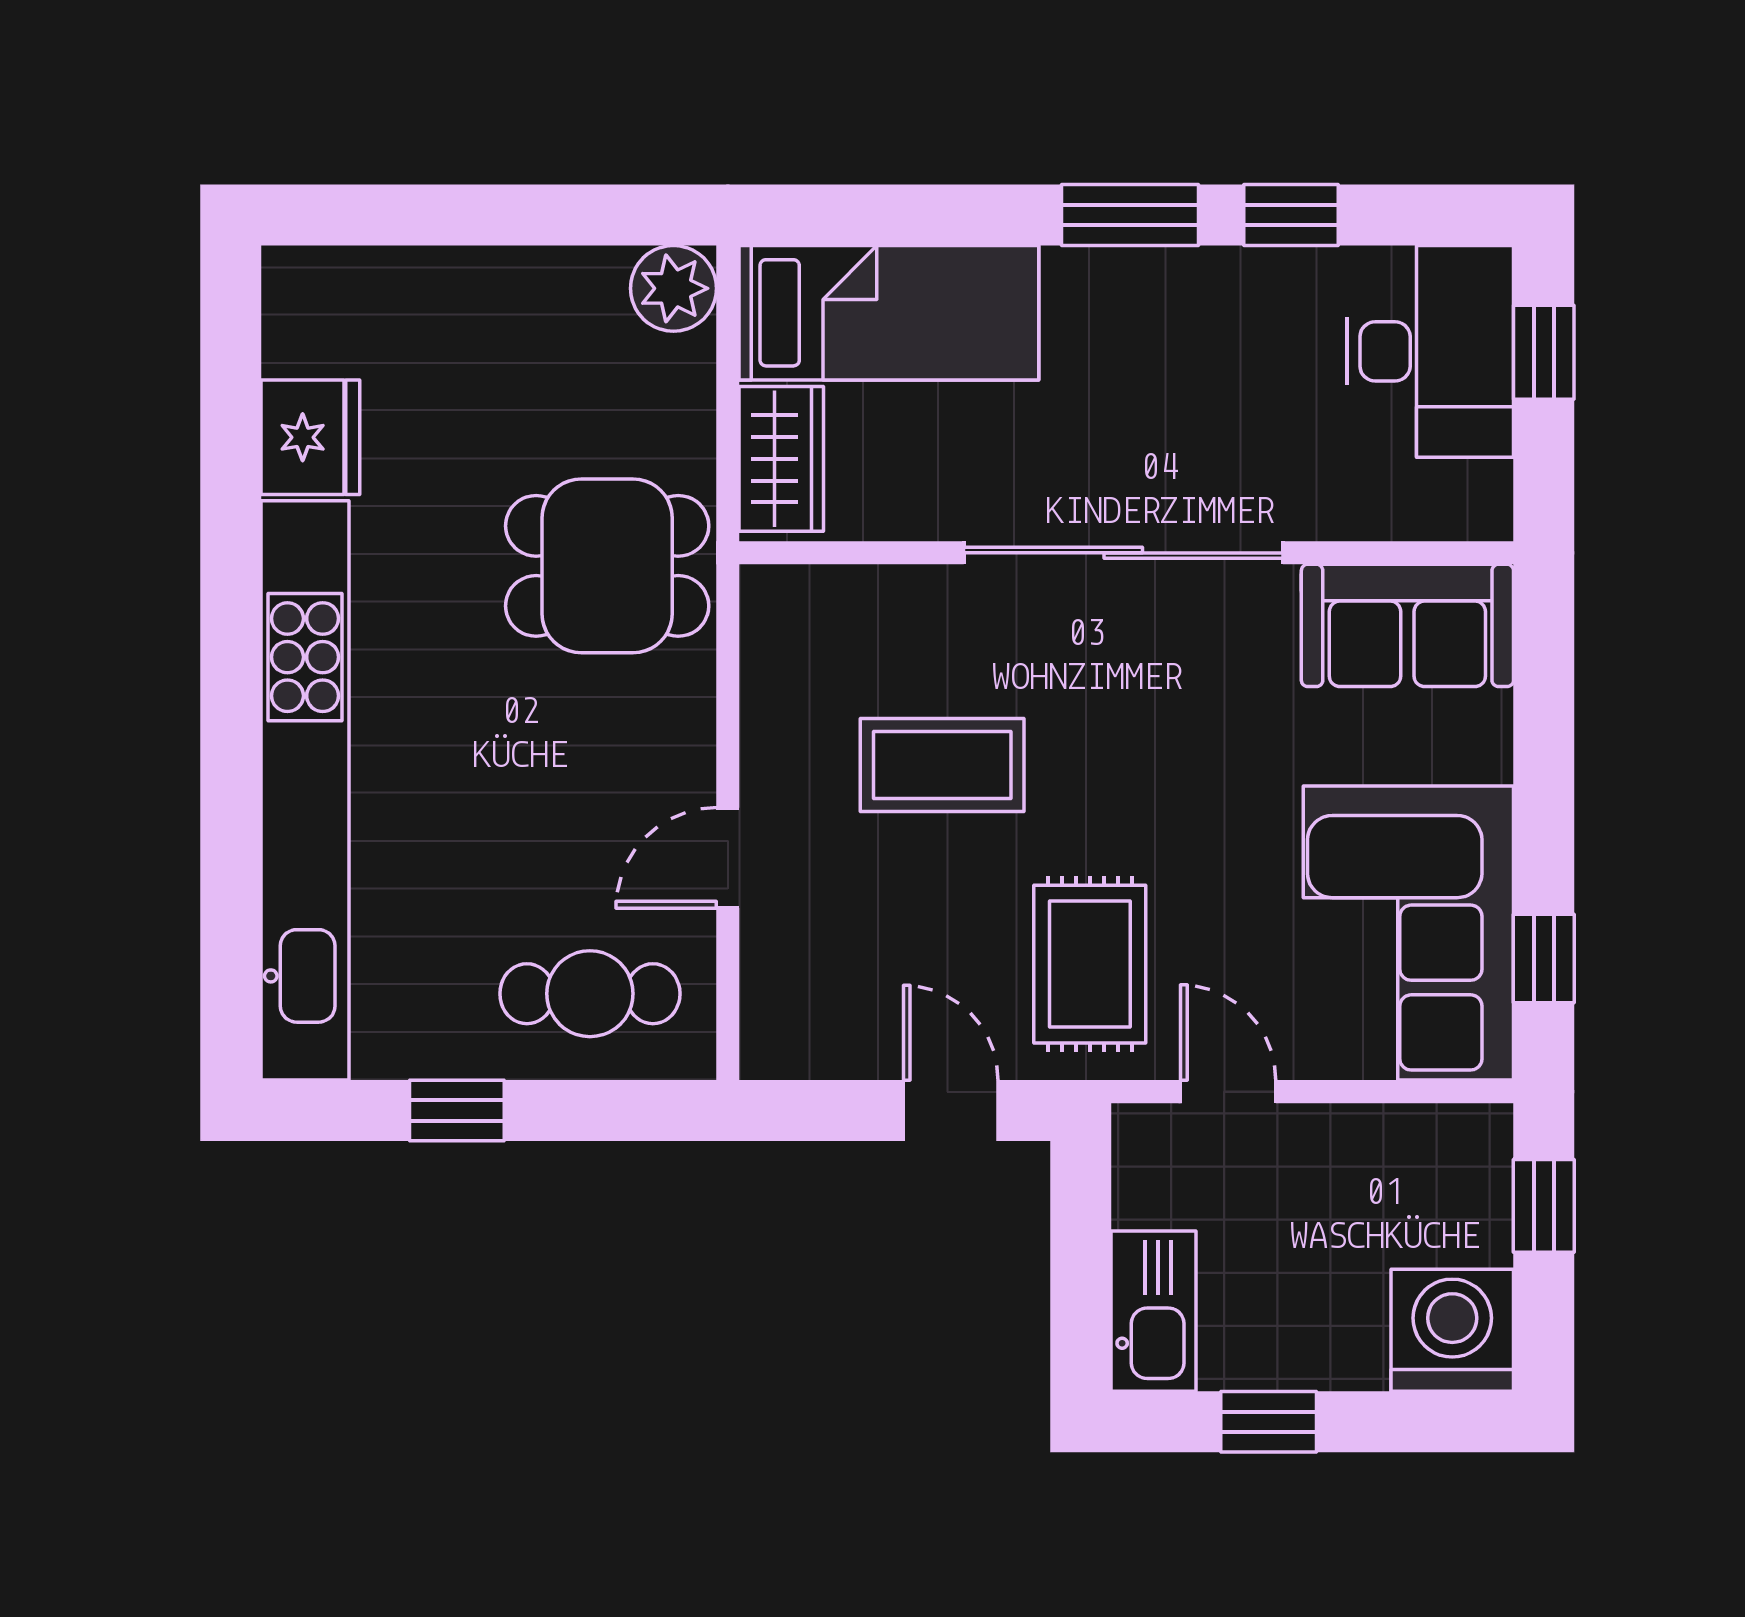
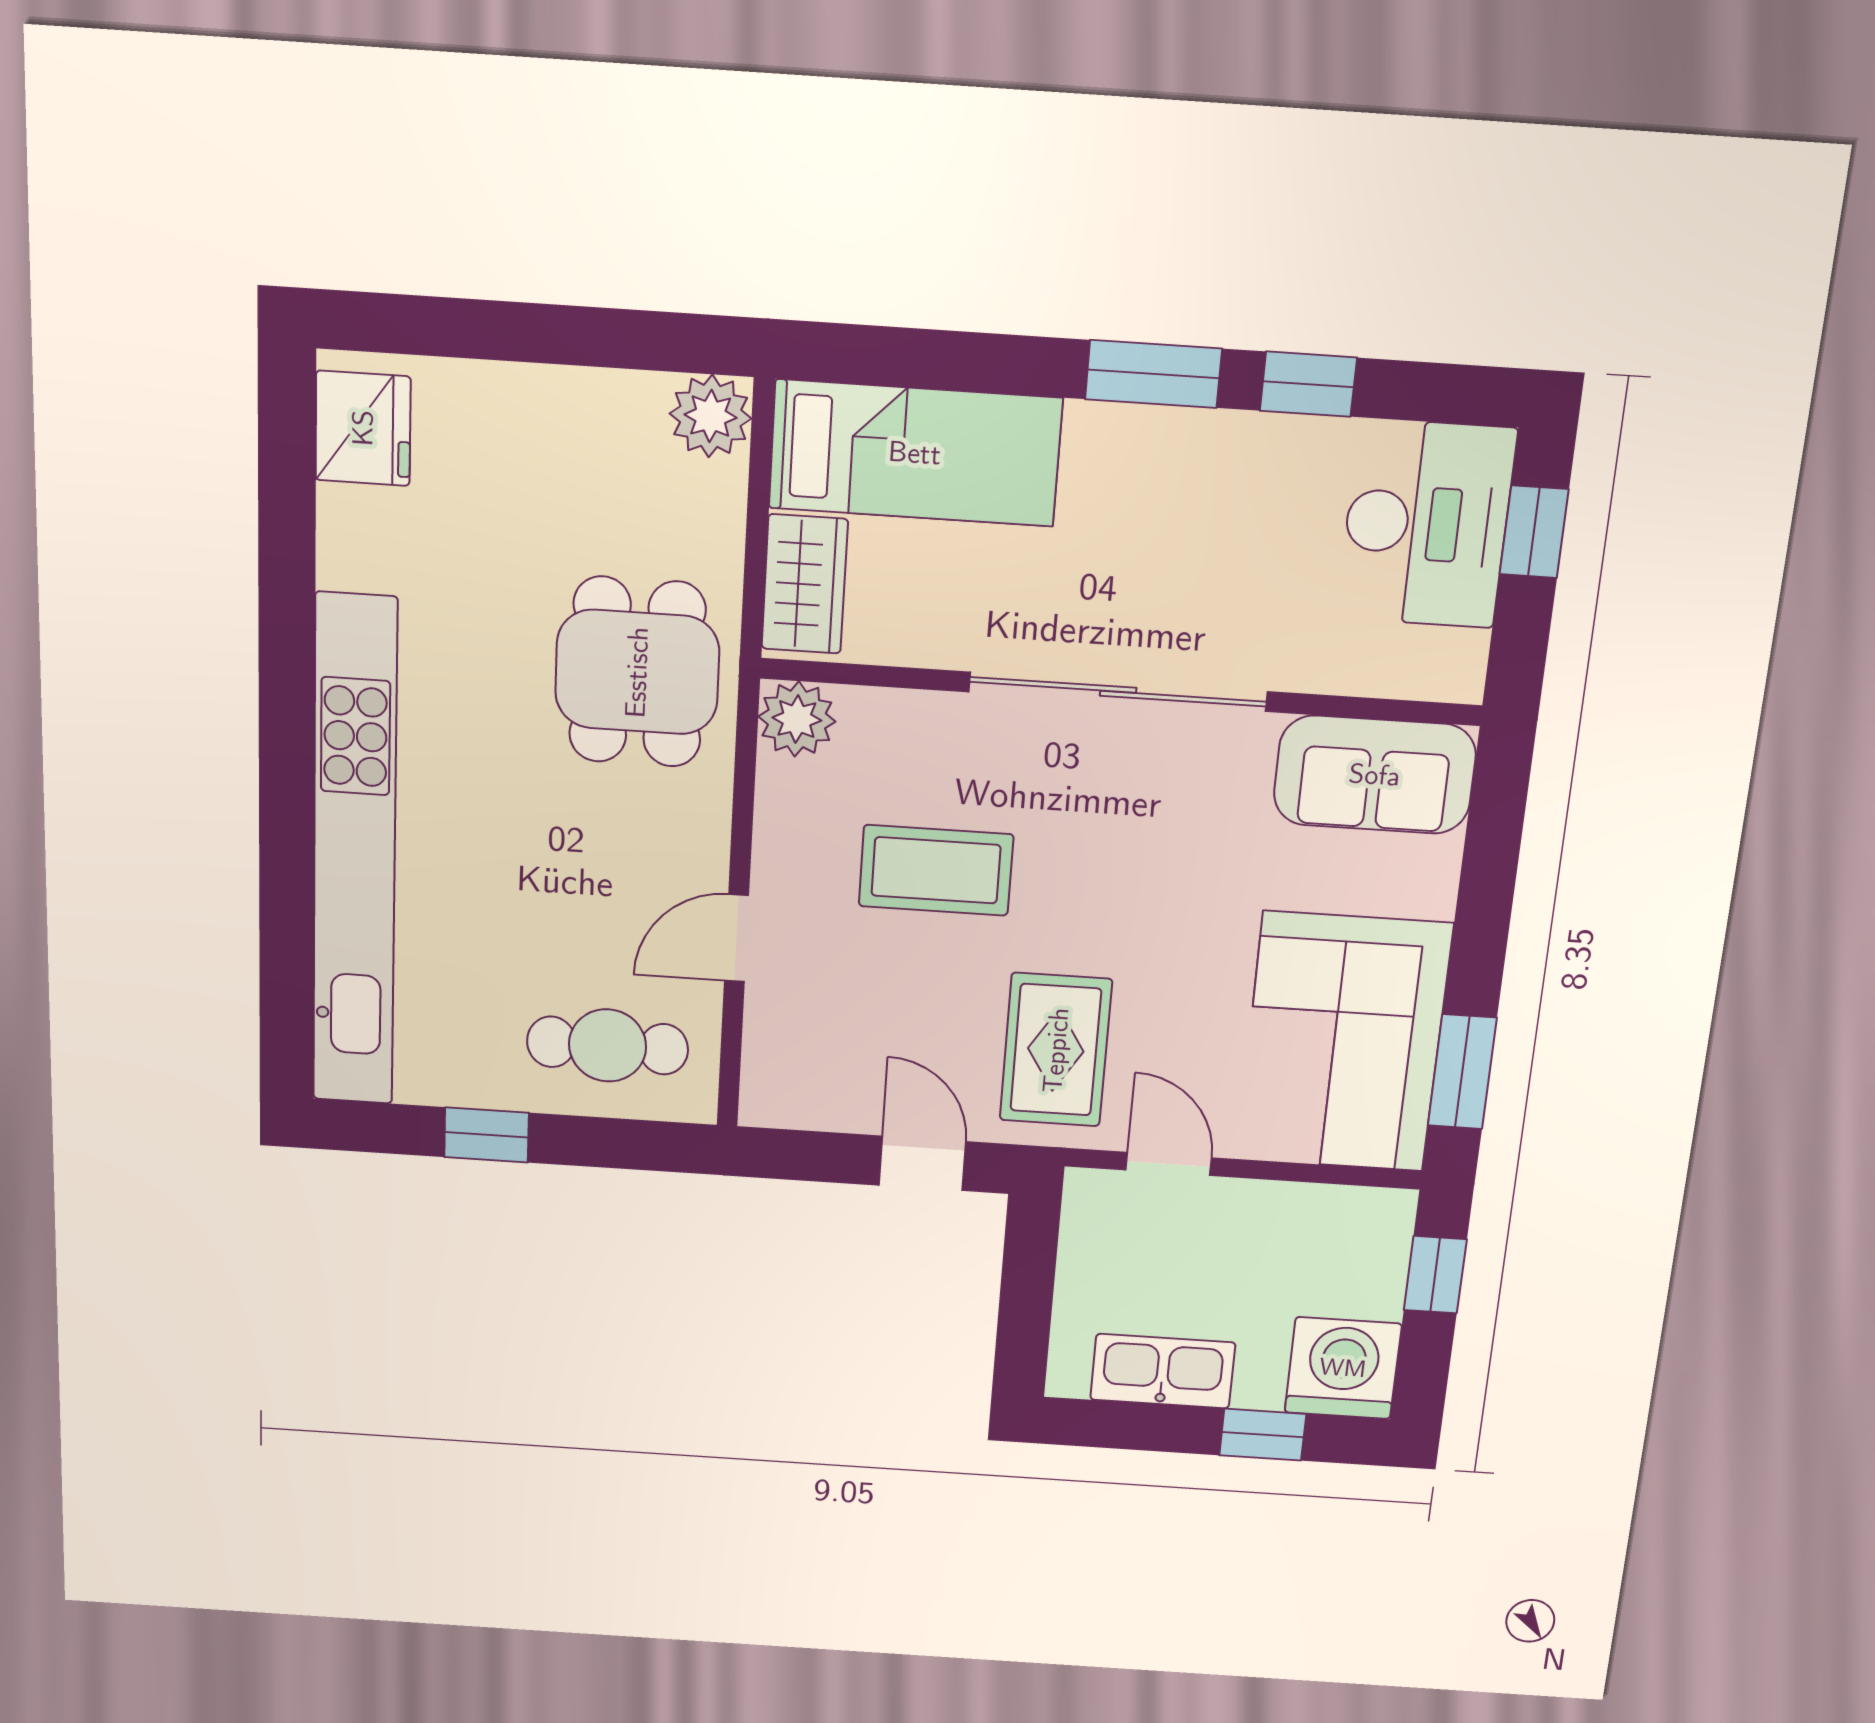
fridge: (310, 437) -> (363, 428), moved
dining table: (607, 566) -> (637, 672), turned 90
plant: (781, 606) -> (797, 719), added
window: (1544, 958) -> (1462, 1072), width x1.50
kitchen sink: (1153, 1311) -> (1163, 1371), moved, turned -90
window: (1269, 1422) -> (1263, 1435), moved

